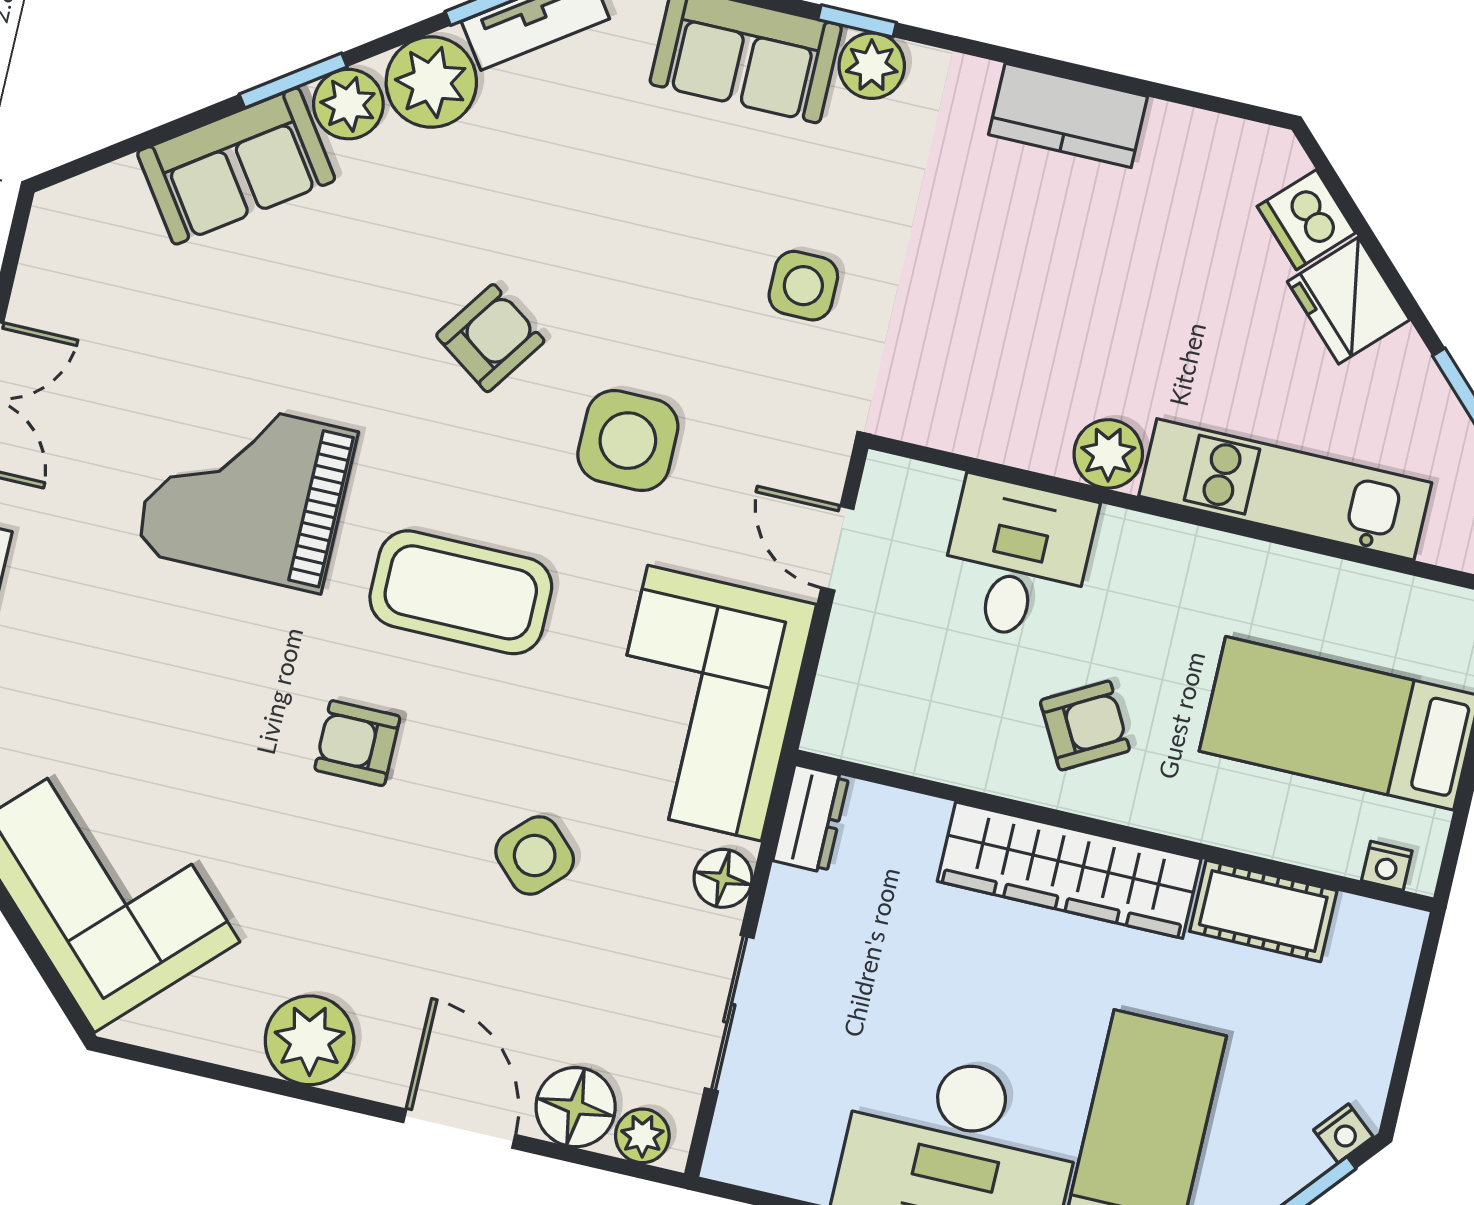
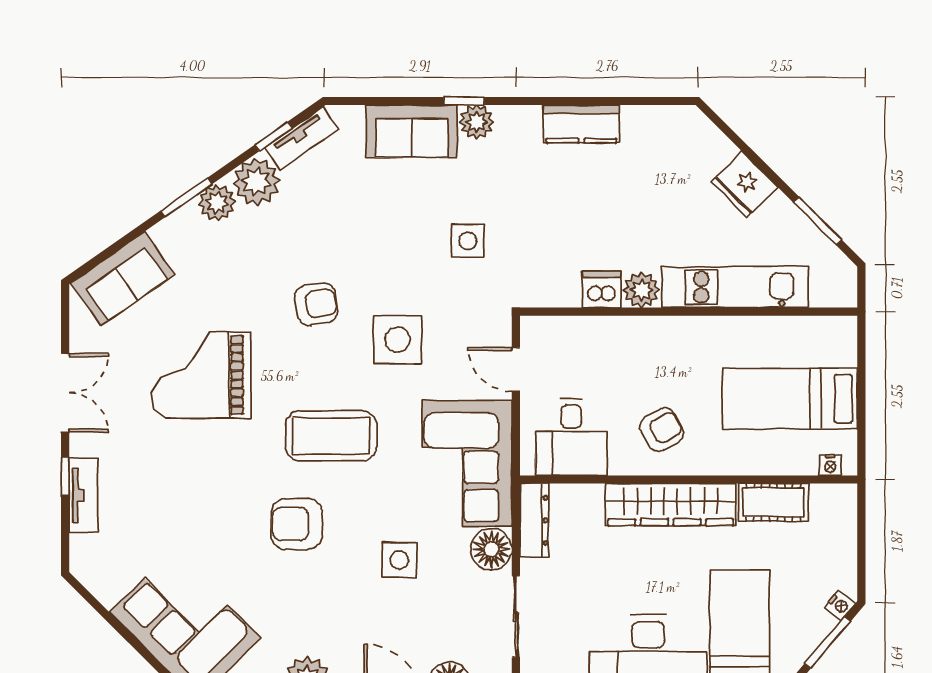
sofa: (236, 166) -> (123, 279), moved
dishwasher: (1306, 220) -> (602, 290), moved, turned 135
armchair: (490, 338) -> (316, 304), turned 46
grand piano: (246, 491) -> (201, 375), moved
desk: (1017, 559) -> (571, 437), moved, turned 180
armchair: (357, 743) -> (297, 524), width x1.38, depth x1.38
dresser: (811, 819) -> (534, 520), width x1.44
side table: (535, 855) -> (399, 560), turned 45
floor lamp: (723, 878) -> (491, 549), width x1.38, depth x1.38

